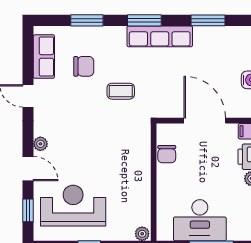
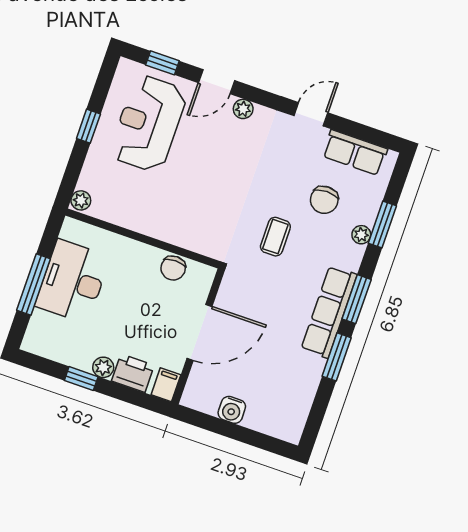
window: (208, 20) -> (337, 357), moved
plant: (99, 32) -> (361, 235), added
chair: (167, 154) -> (173, 268), turned -90
reception desk: (73, 206) -> (148, 123), turned 180

